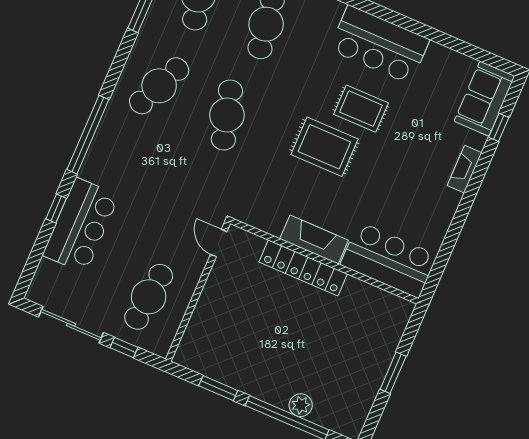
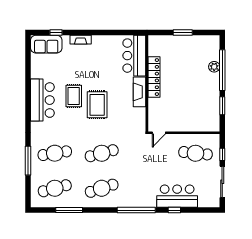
cafe table: (159, 86) -> (102, 188), turned -42
locker: (303, 268) -> (154, 77), moved

